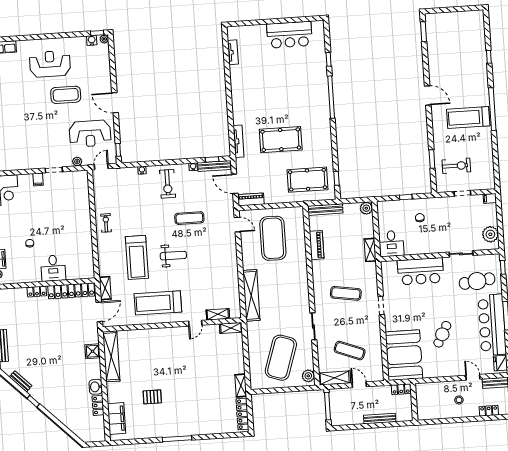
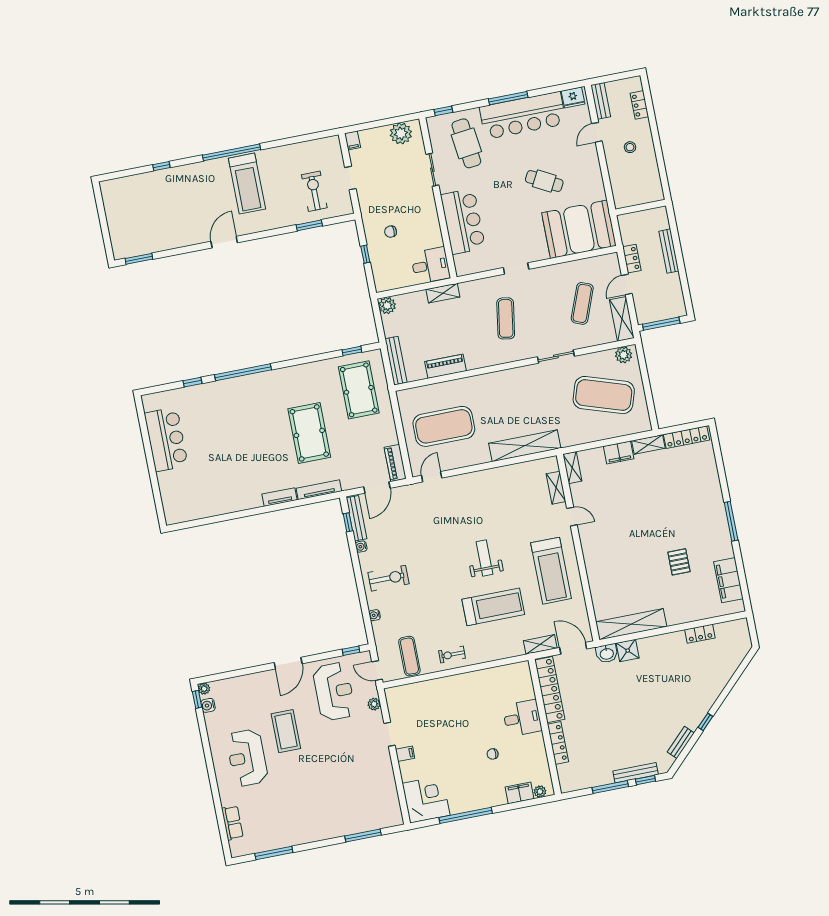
tv unit: (233, 52) -> (280, 497), moved
exercise mat: (189, 218) -> (409, 656), moved
locker: (37, 291) -> (558, 743), width x1.53
filing cabinet: (238, 363) -> (619, 452), added
washbasin: (96, 387) -> (607, 653), moved
locker: (401, 389) -> (632, 259), moved
filing cabinet: (117, 418) -> (728, 580), moved, turned -90

